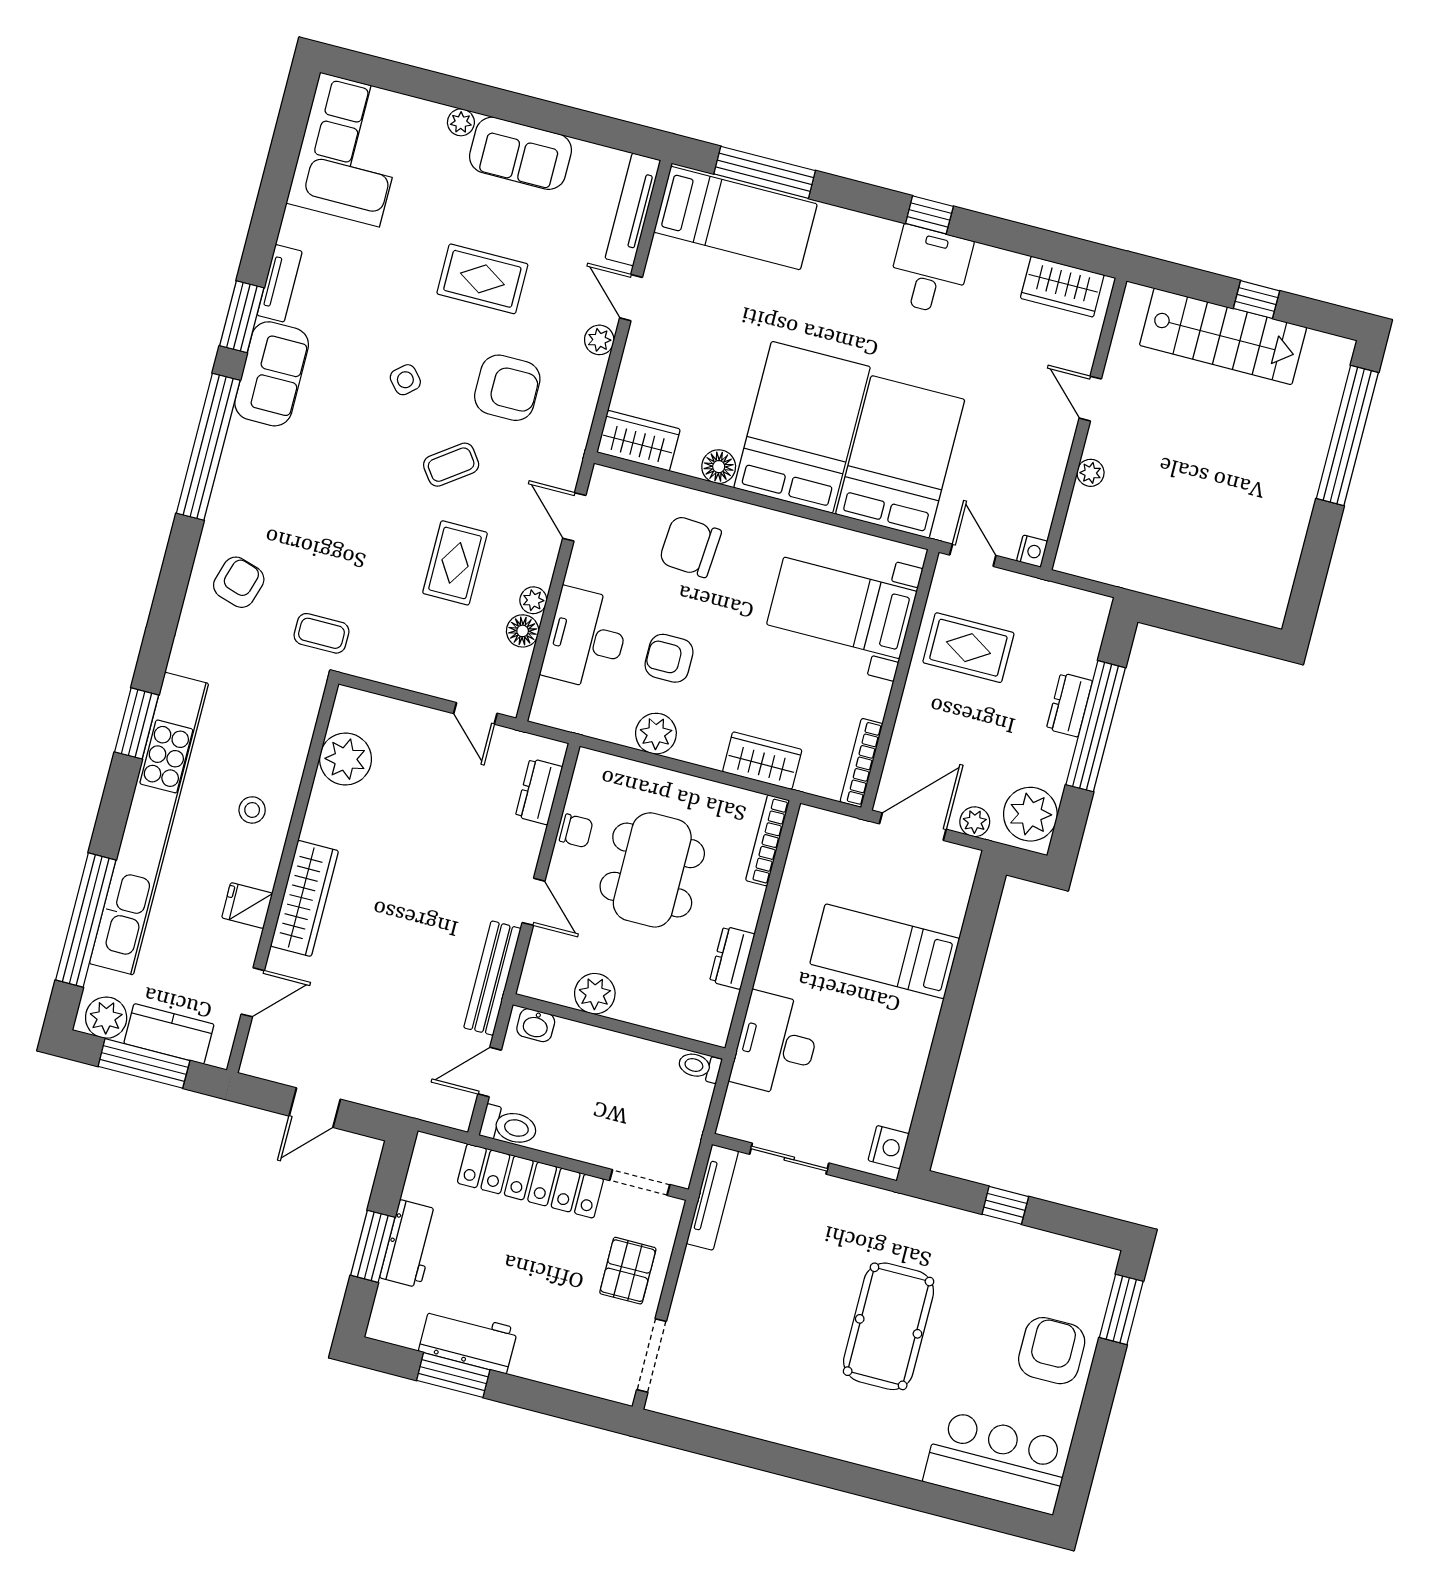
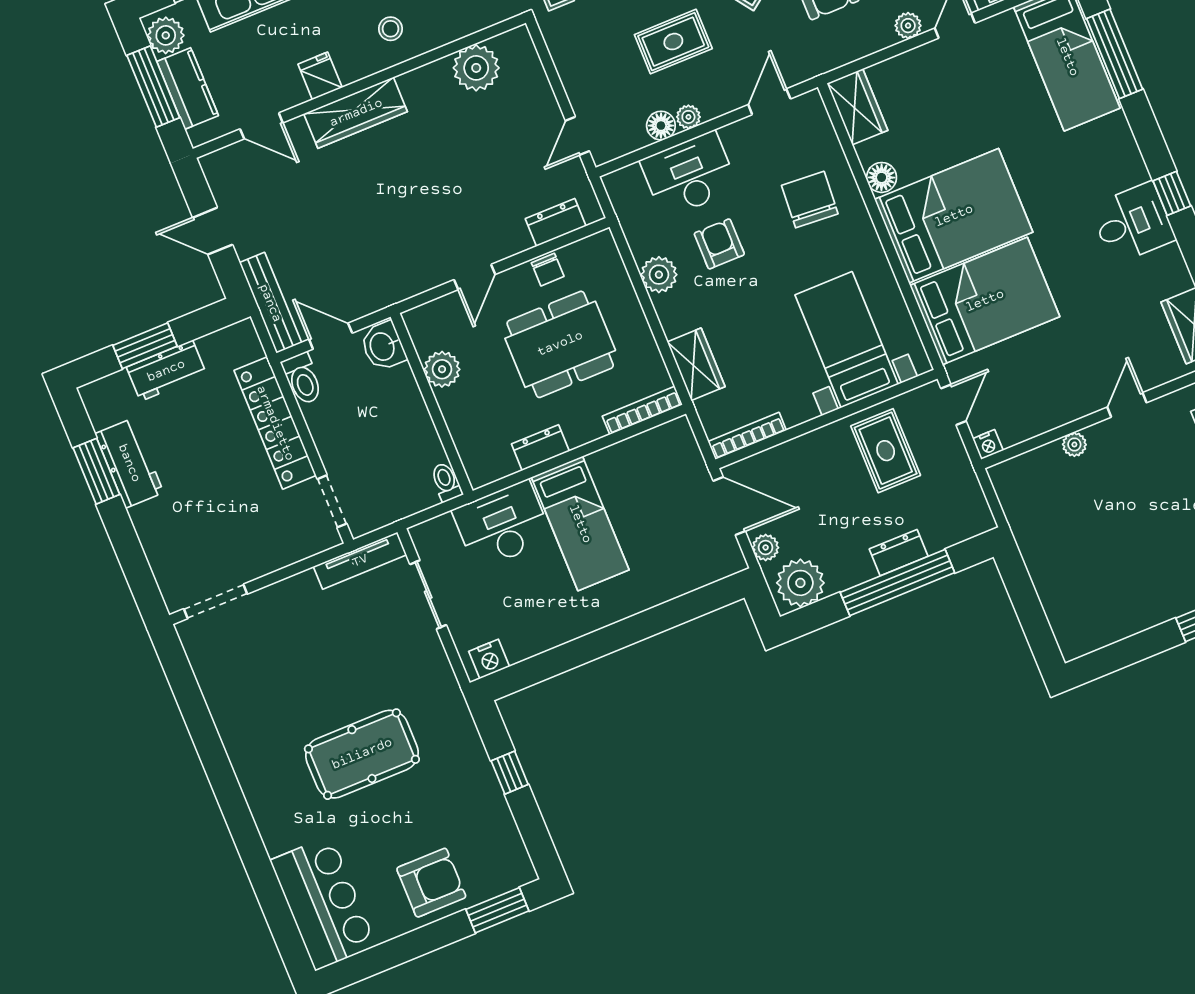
bed: (885, 951) -> (580, 524), moved, turned 180
bench: (492, 978) -> (270, 303), moved, turned 90
washbasin: (536, 1025) -> (383, 346), width x1.38, depth x1.45
pallet: (628, 1271) -> (263, 540), removed

